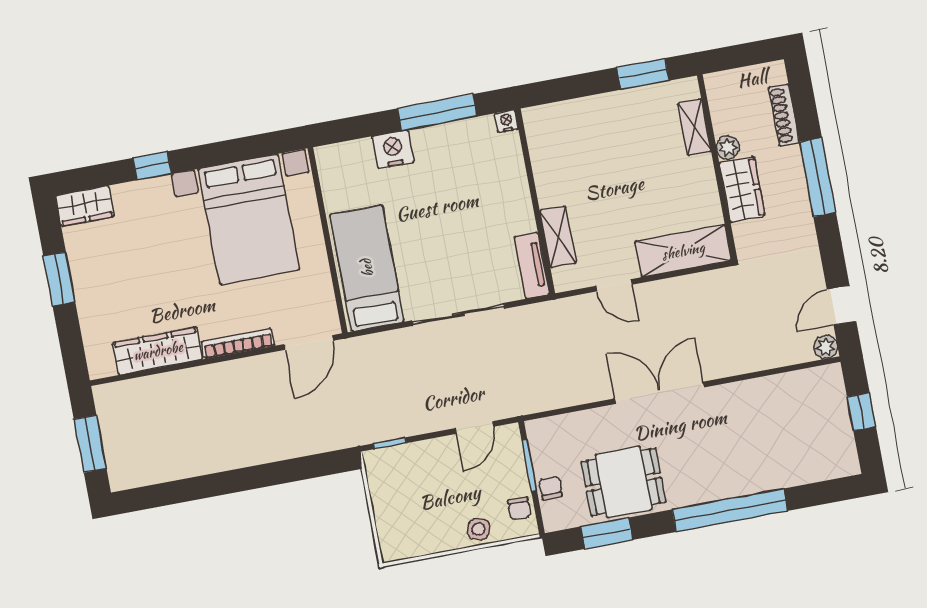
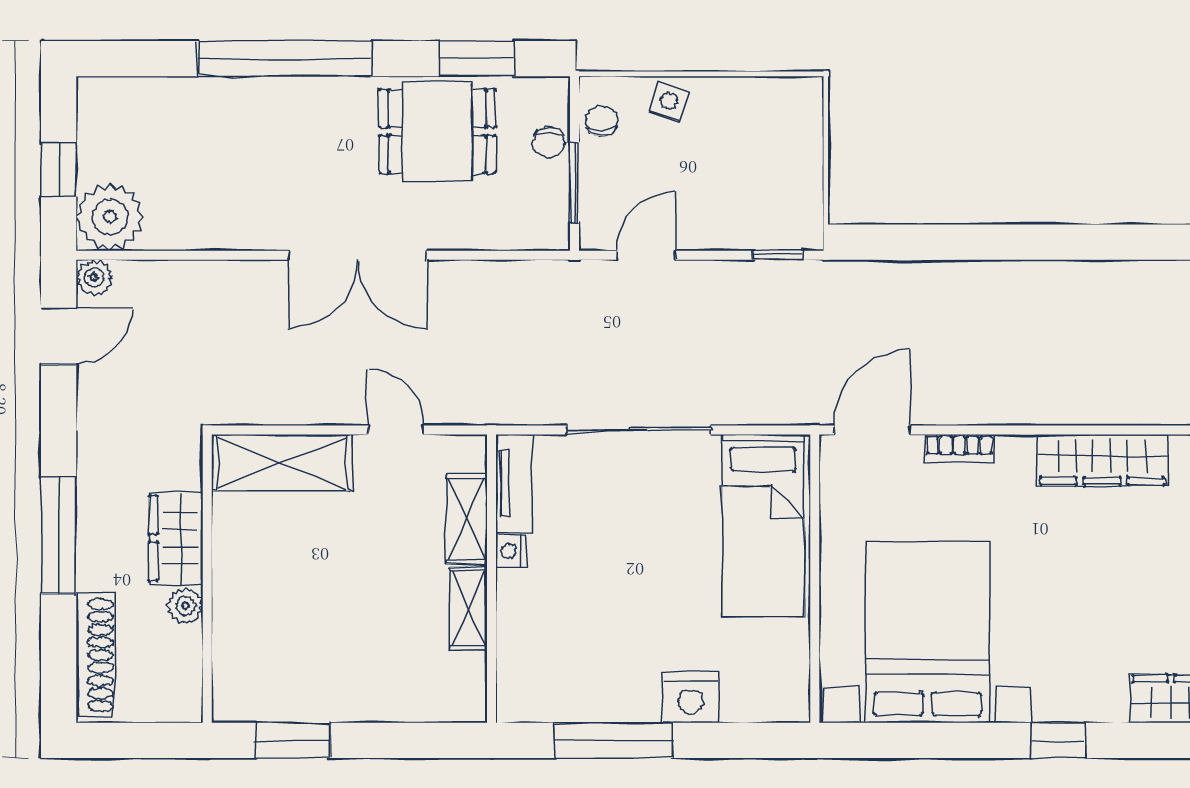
shoe rack: (784, 115) -> (95, 655), width x1.36, depth x1.24
nightstand: (506, 121) -> (511, 551), moved, turned 90
shelving: (694, 127) -> (469, 608), moved
bookcase: (238, 344) -> (959, 448), width x0.64
plant: (823, 388) -> (110, 217), added

